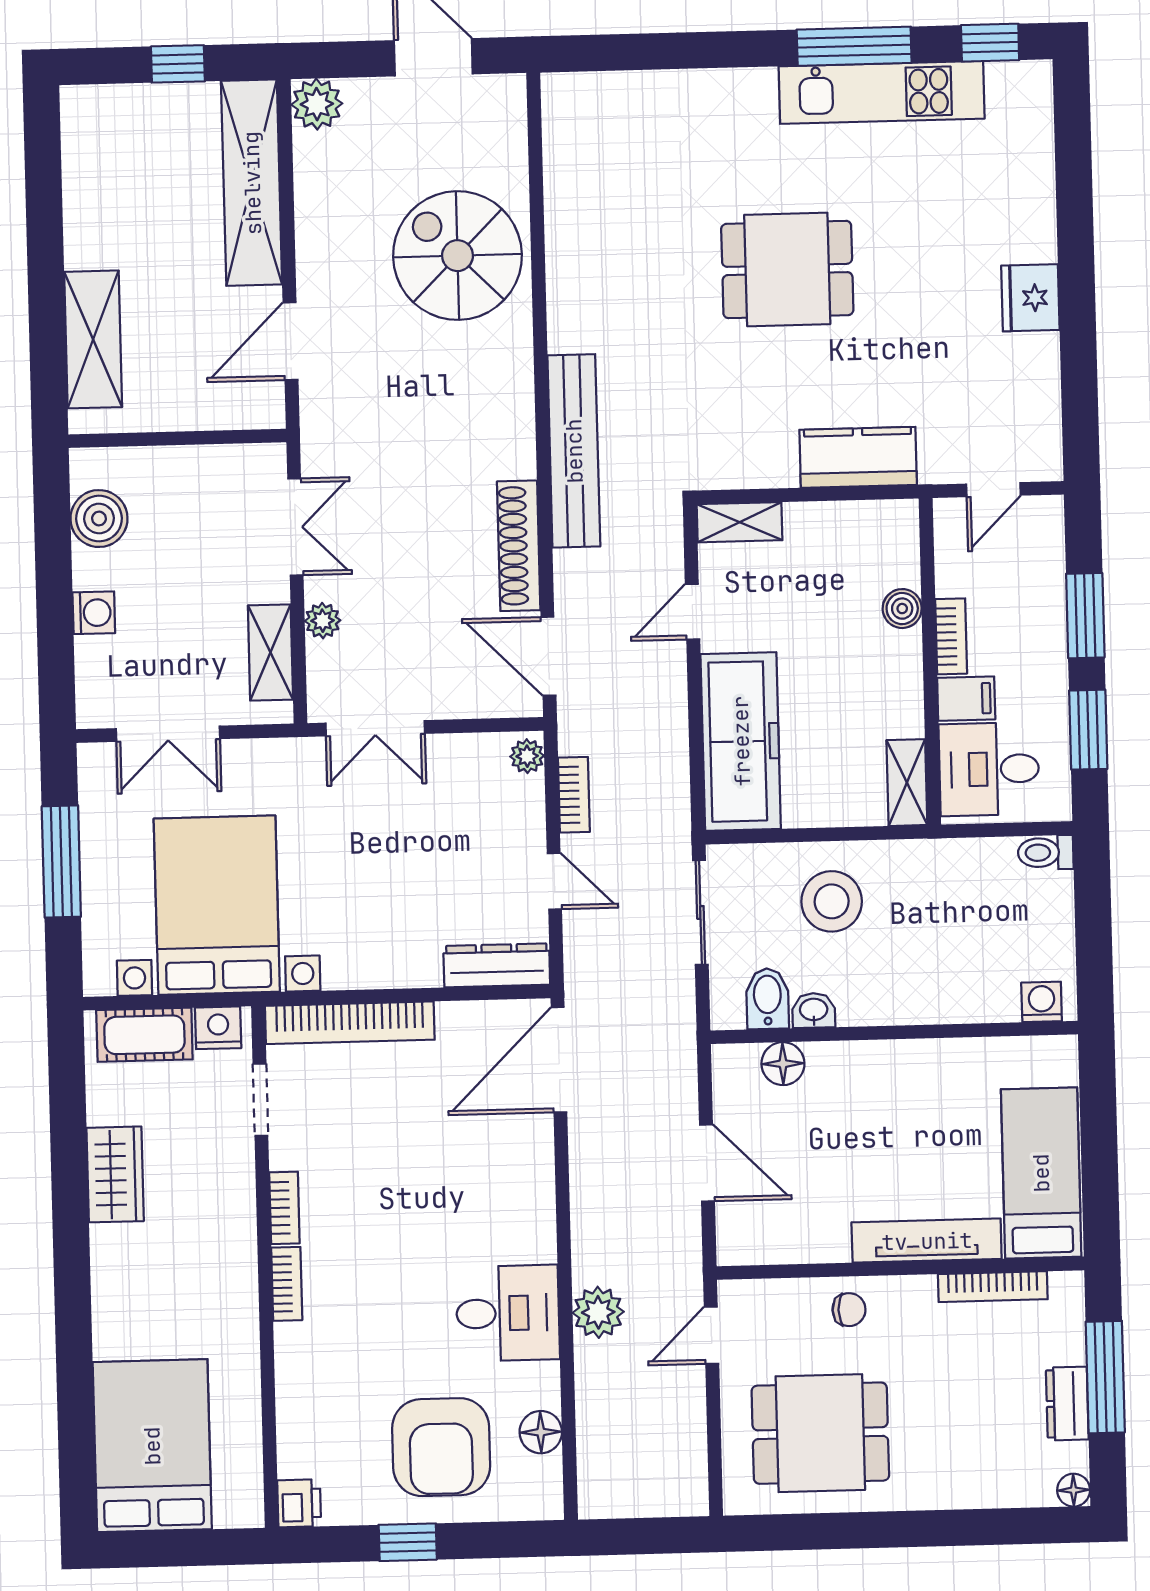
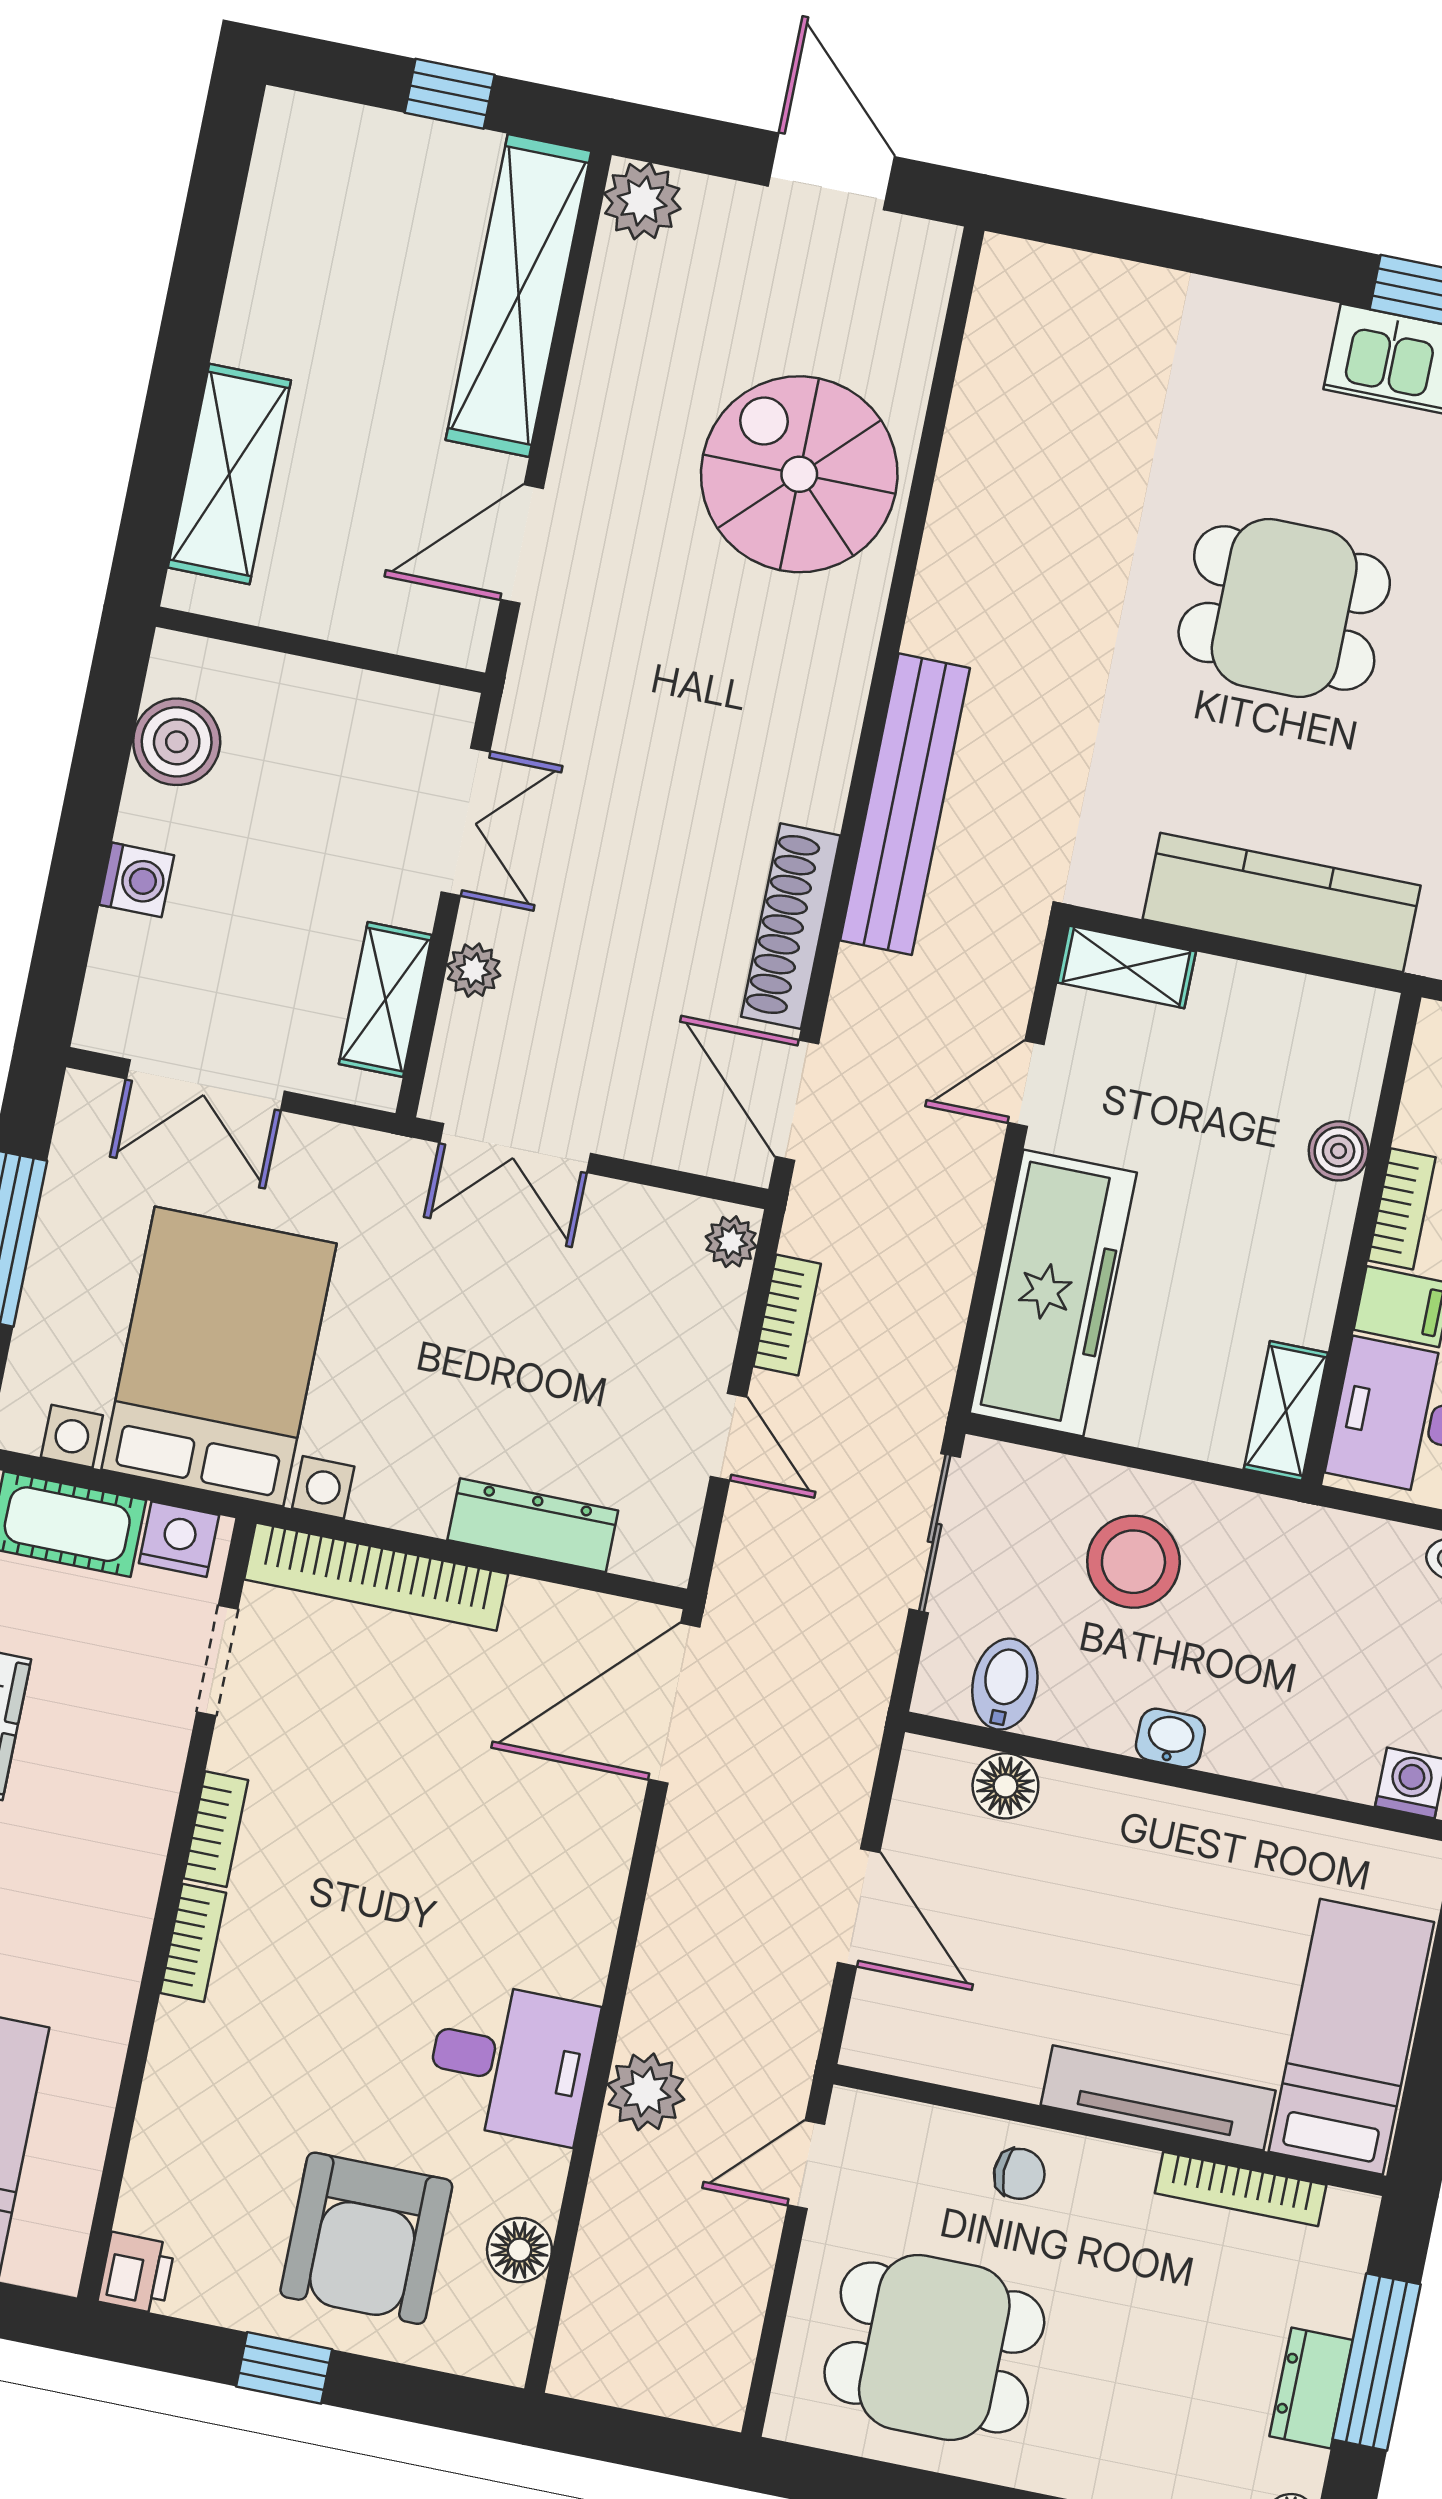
kitchen counter: (858, 457) -> (1282, 902), width x1.50
dresser: (497, 965) -> (533, 1525), moved
washbasin: (814, 1010) -> (1170, 1738), moved

